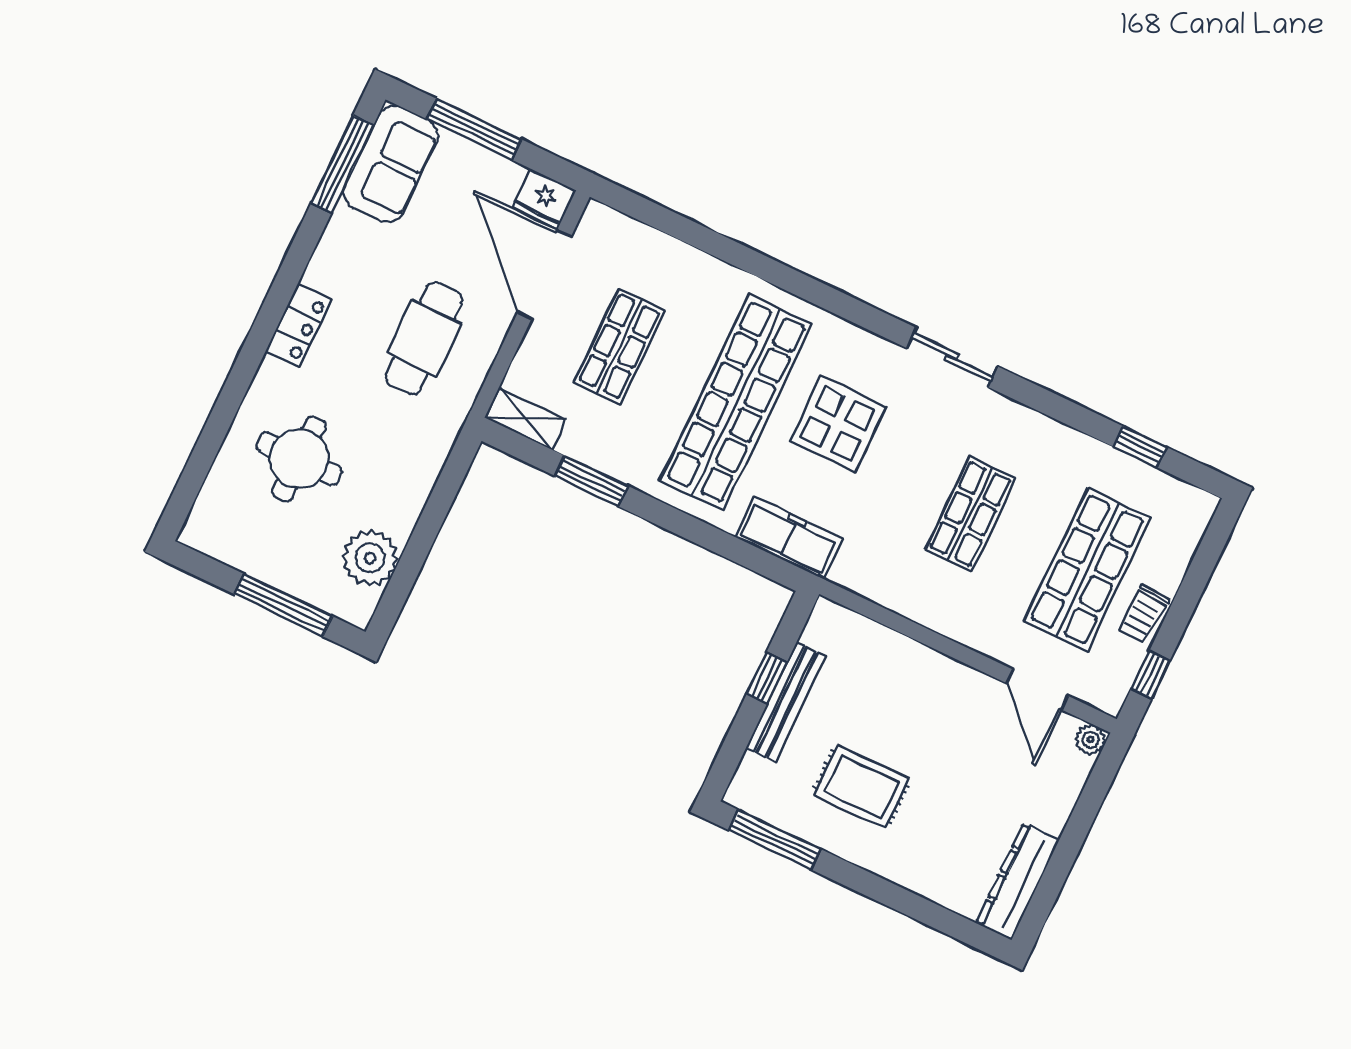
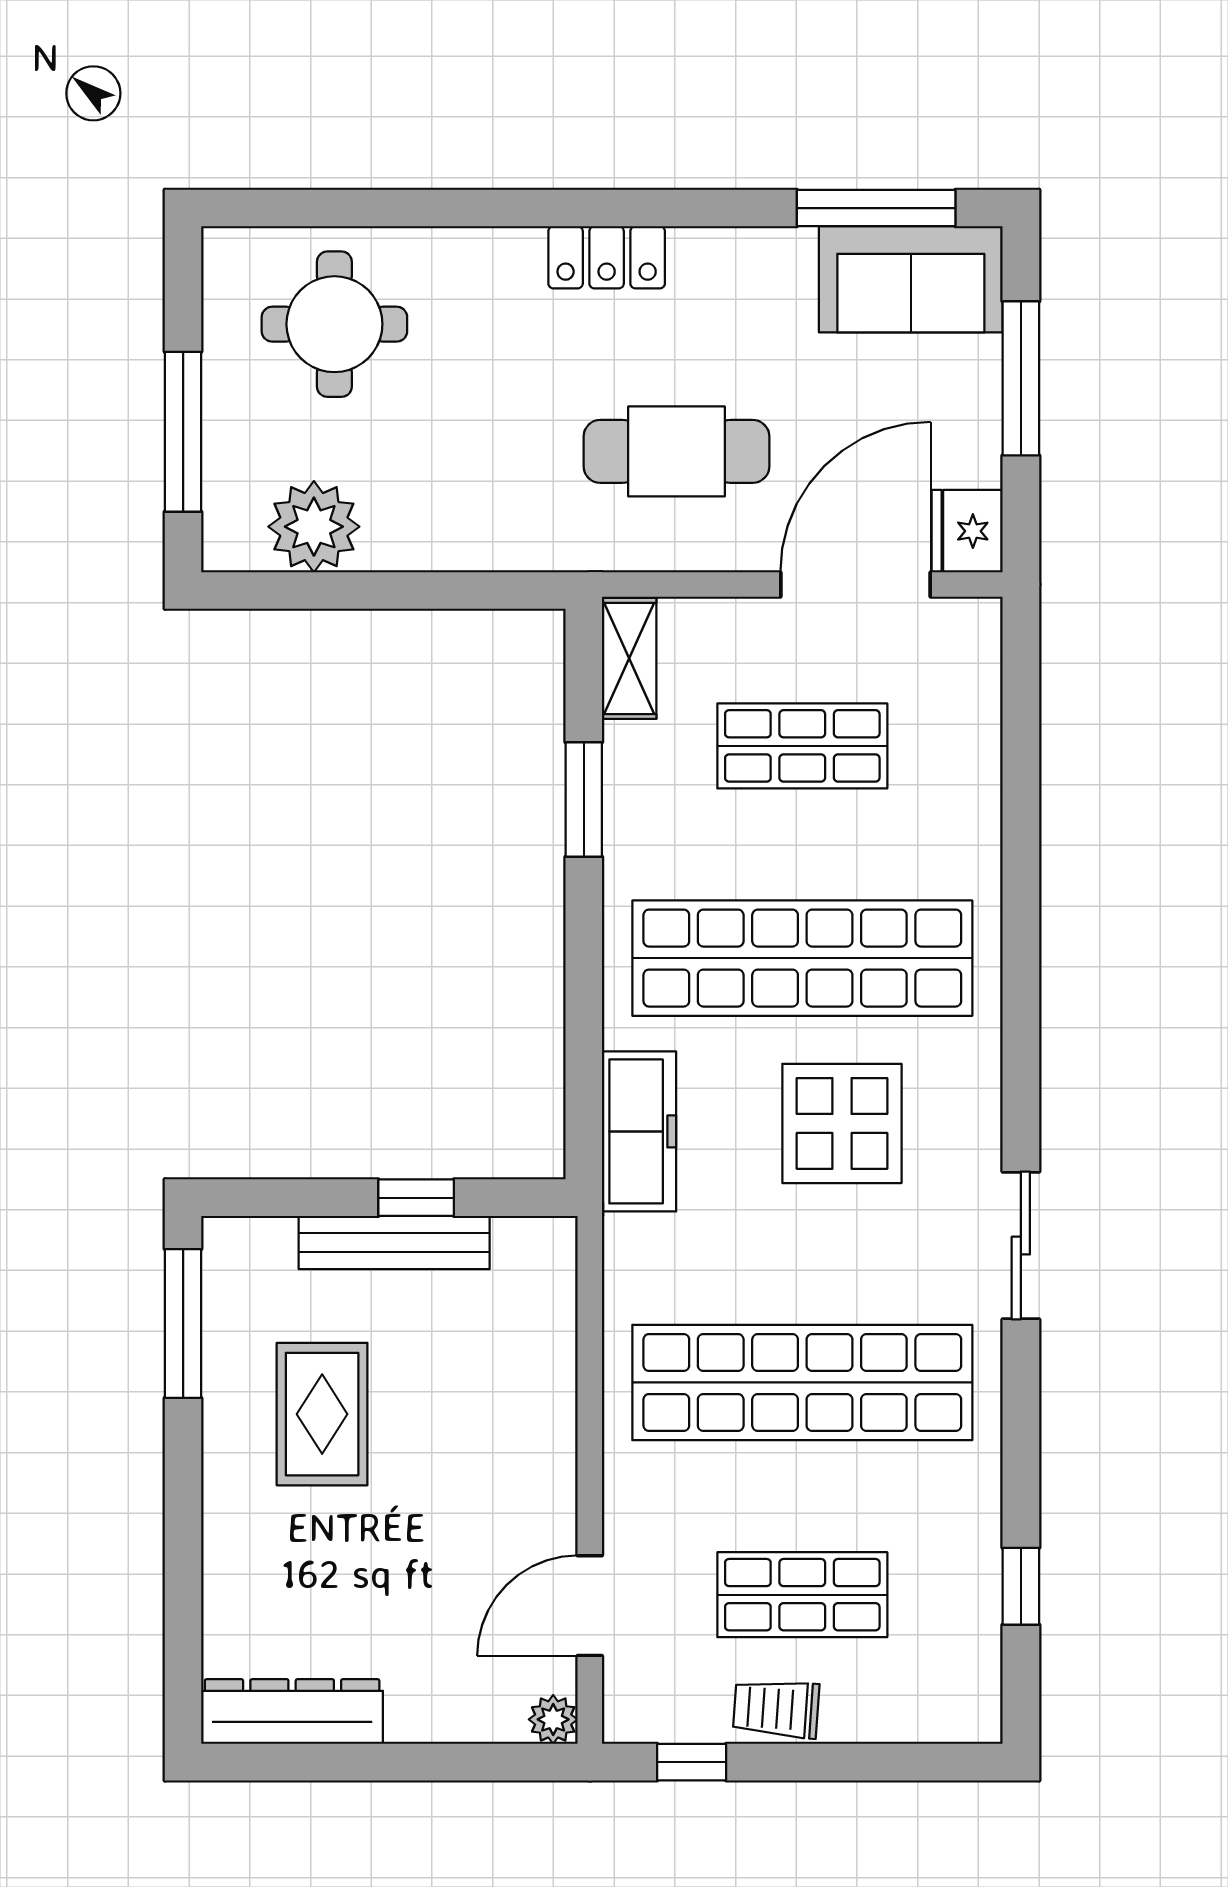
round table: (299, 459) -> (334, 324), moved
shop shelf: (970, 514) -> (802, 1382), width x2.00, depth x1.36
shop shelf: (1087, 570) -> (802, 1595), width x0.70, depth x0.74

